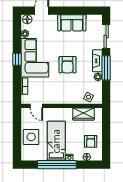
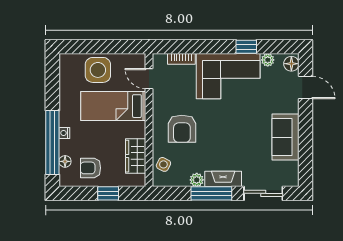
window: (17, 59) -> (246, 47), moved
armchair: (67, 65) -> (182, 129), moved, turned -90
door: (36, 106) -> (149, 79), hinge flipped
window: (106, 131) -> (108, 193), added
bed: (56, 141) -> (113, 106), moved, turned 180
window: (57, 165) -> (52, 143), moved

